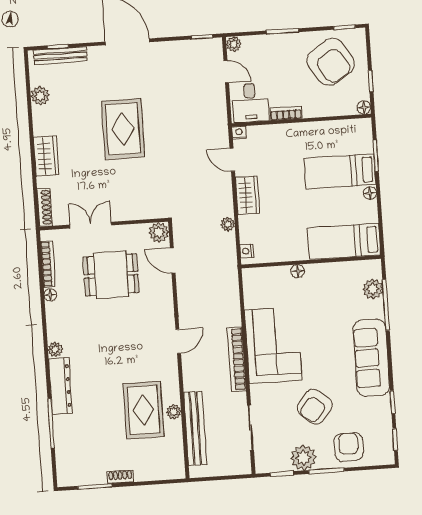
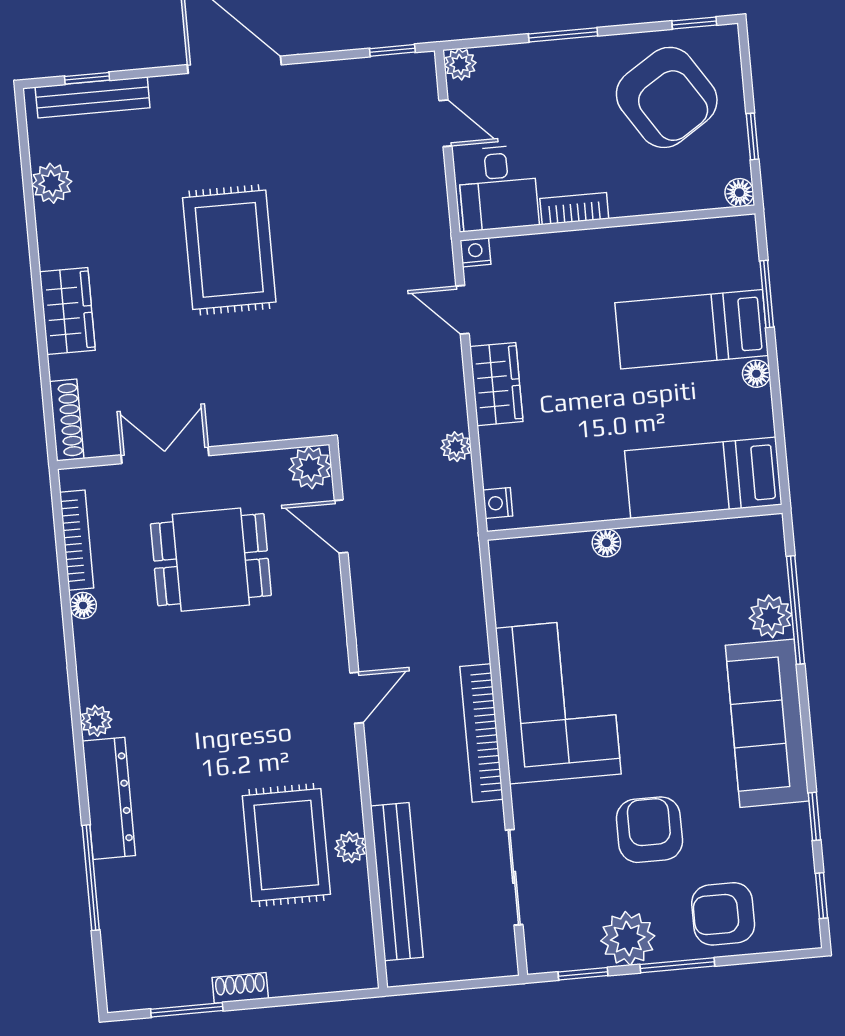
plant: (373, 289) -> (771, 616), moved
armchair: (315, 407) -> (649, 830), turned 140
armchair: (349, 447) -> (723, 914), turned -90

